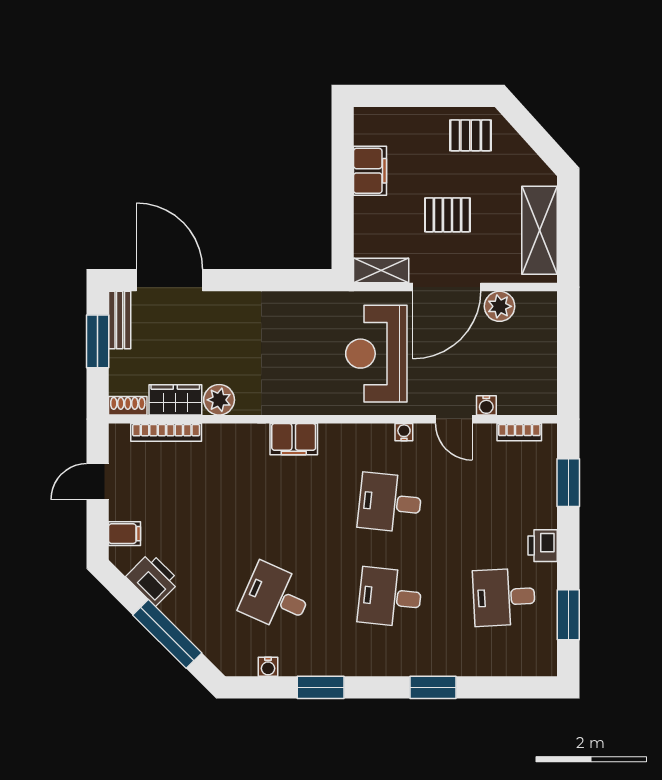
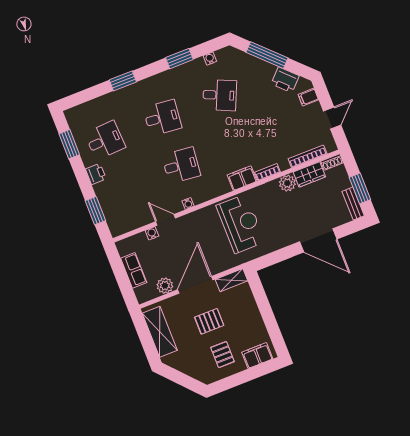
pallet: (471, 135) -> (222, 355), moved, turned 90
filing cabinet: (370, 171) -> (257, 356), moved, turned 90
door: (170, 280) -> (318, 240), moved
reception desk: (376, 354) -> (241, 224), moved
row of seats: (543, 354) -> (134, 270), added
bookcase: (519, 432) -> (268, 172), moved

